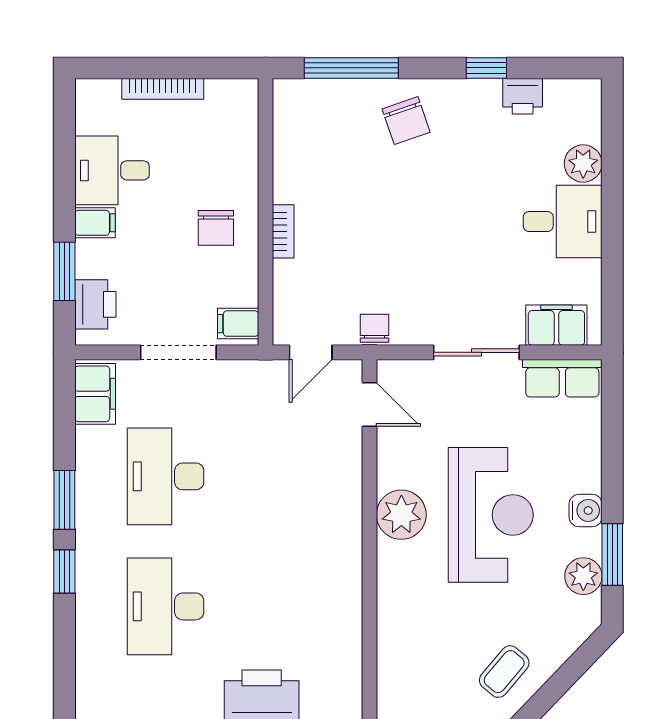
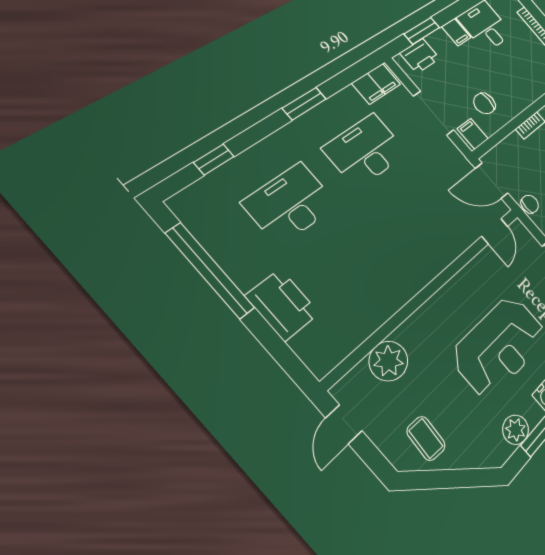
chair: (216, 228) -> (484, 103), moved
door: (311, 352) -> (492, 181), width x1.38
plant: (401, 515) -> (388, 361), moved
window: (64, 571) -> (214, 159), moved
coffee table: (504, 672) -> (426, 438), turned 54

